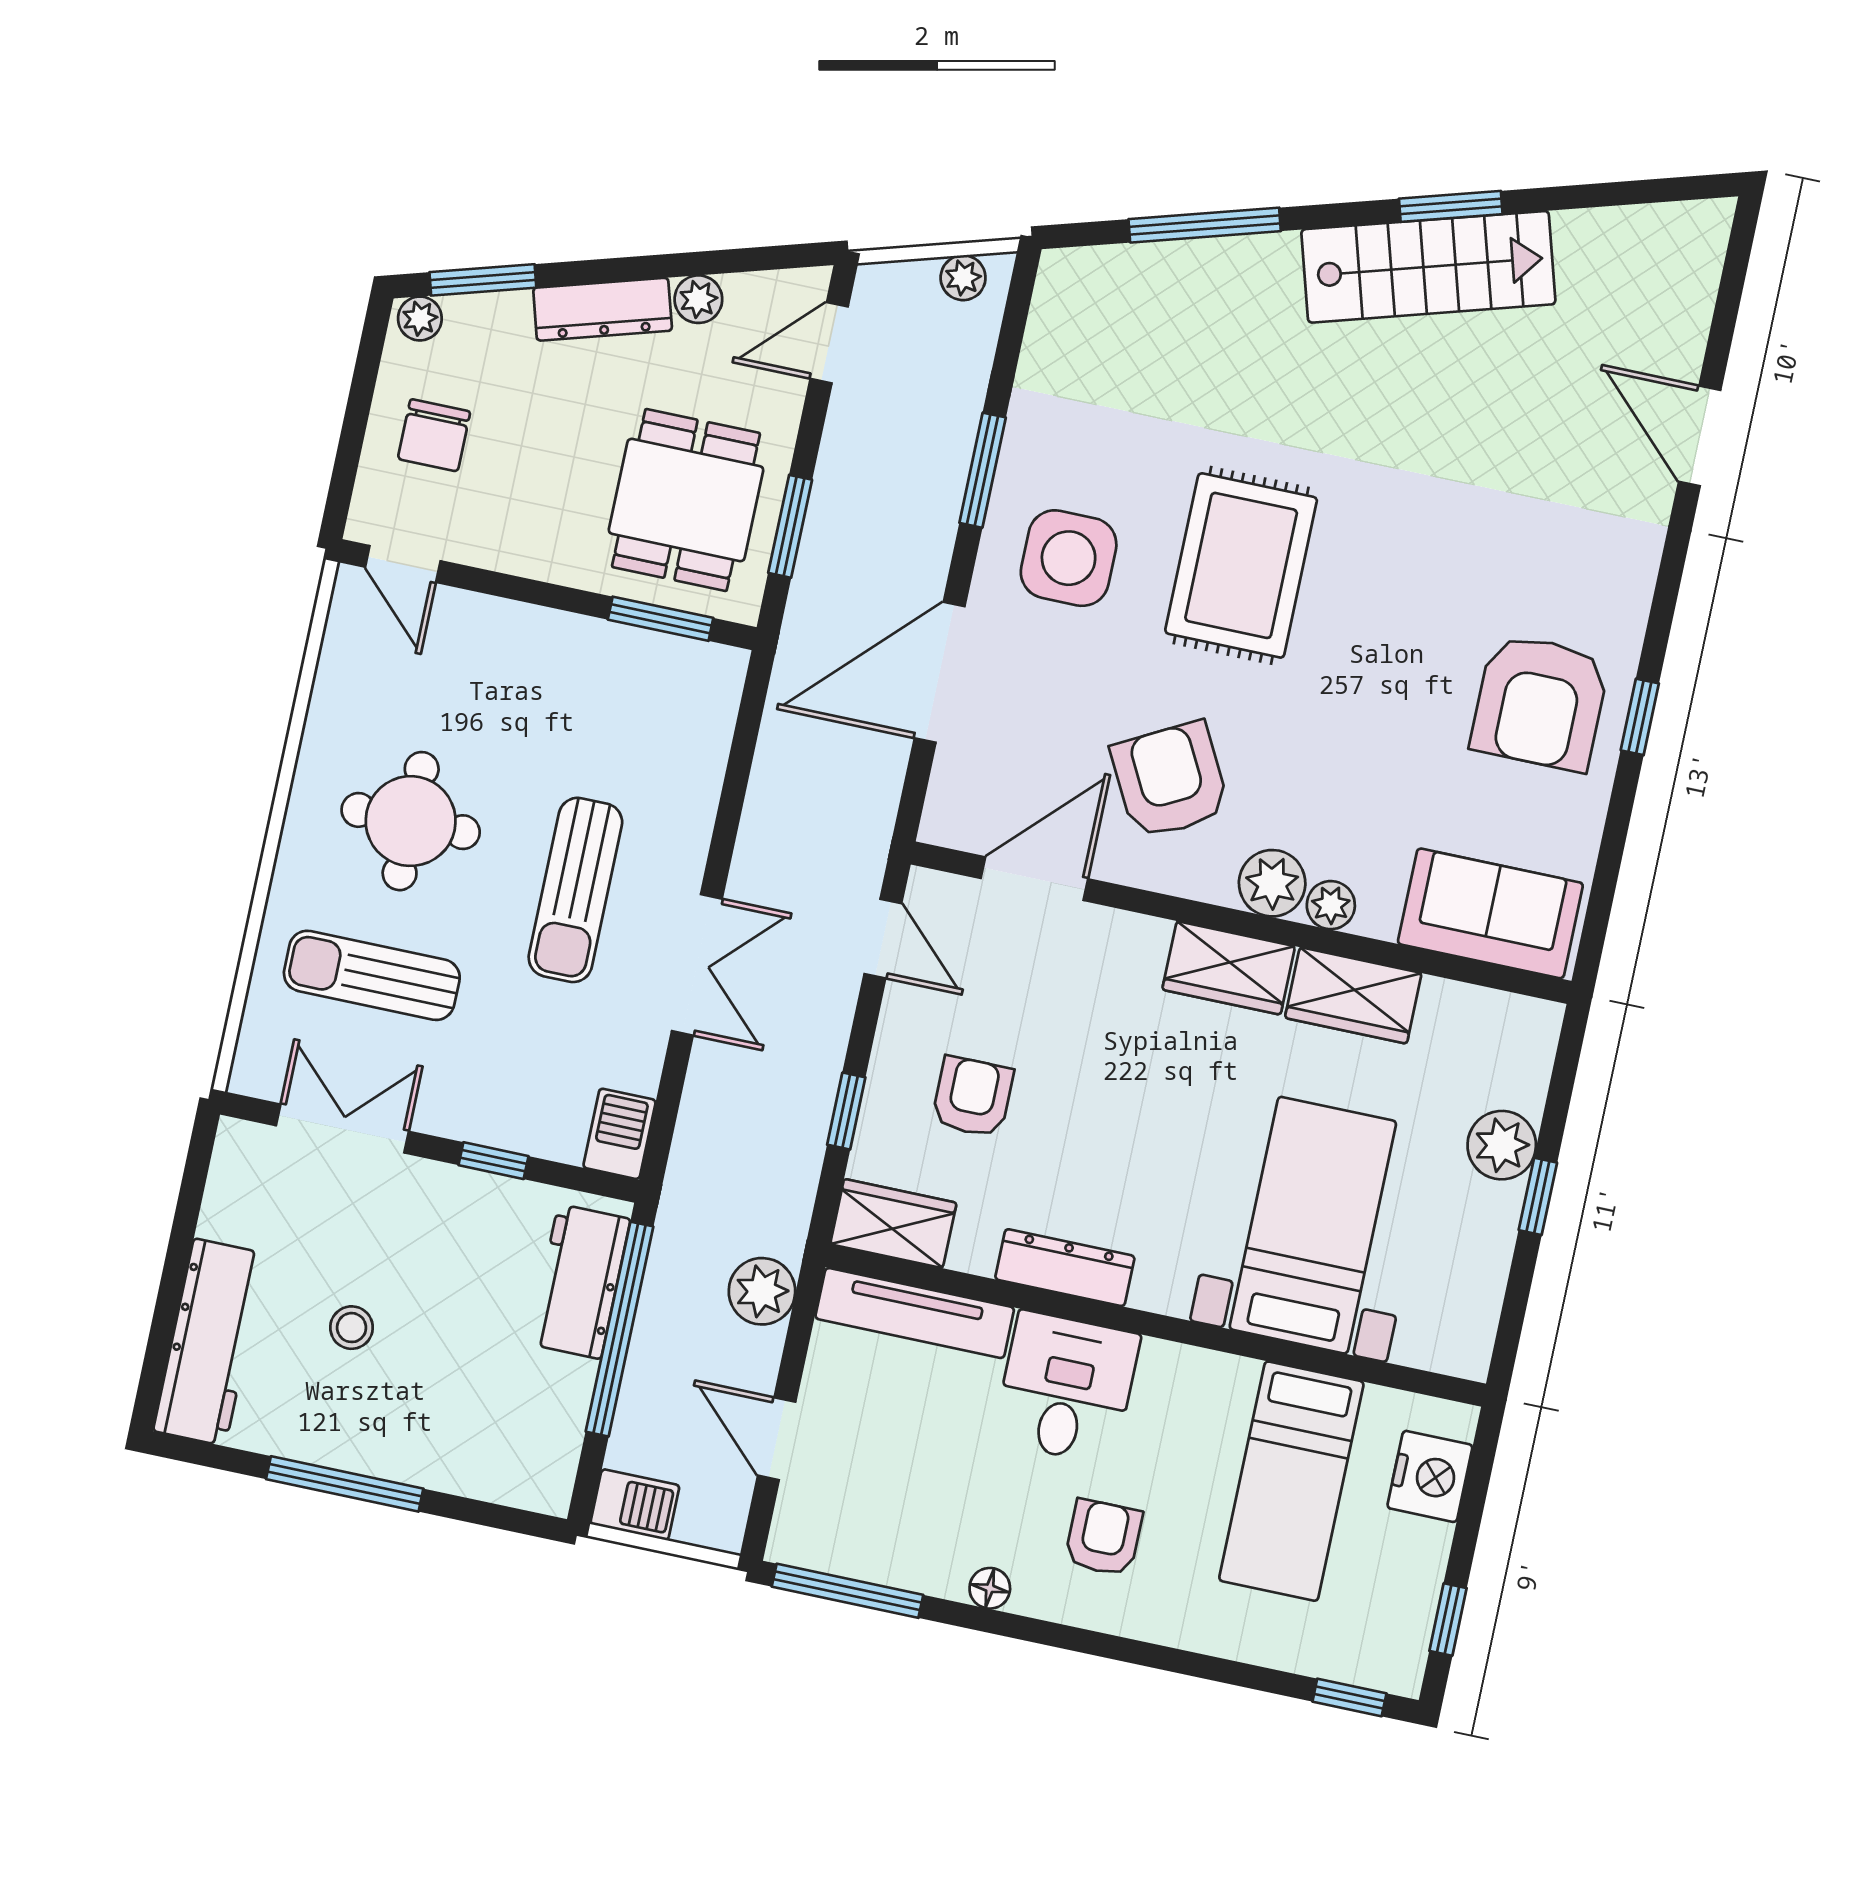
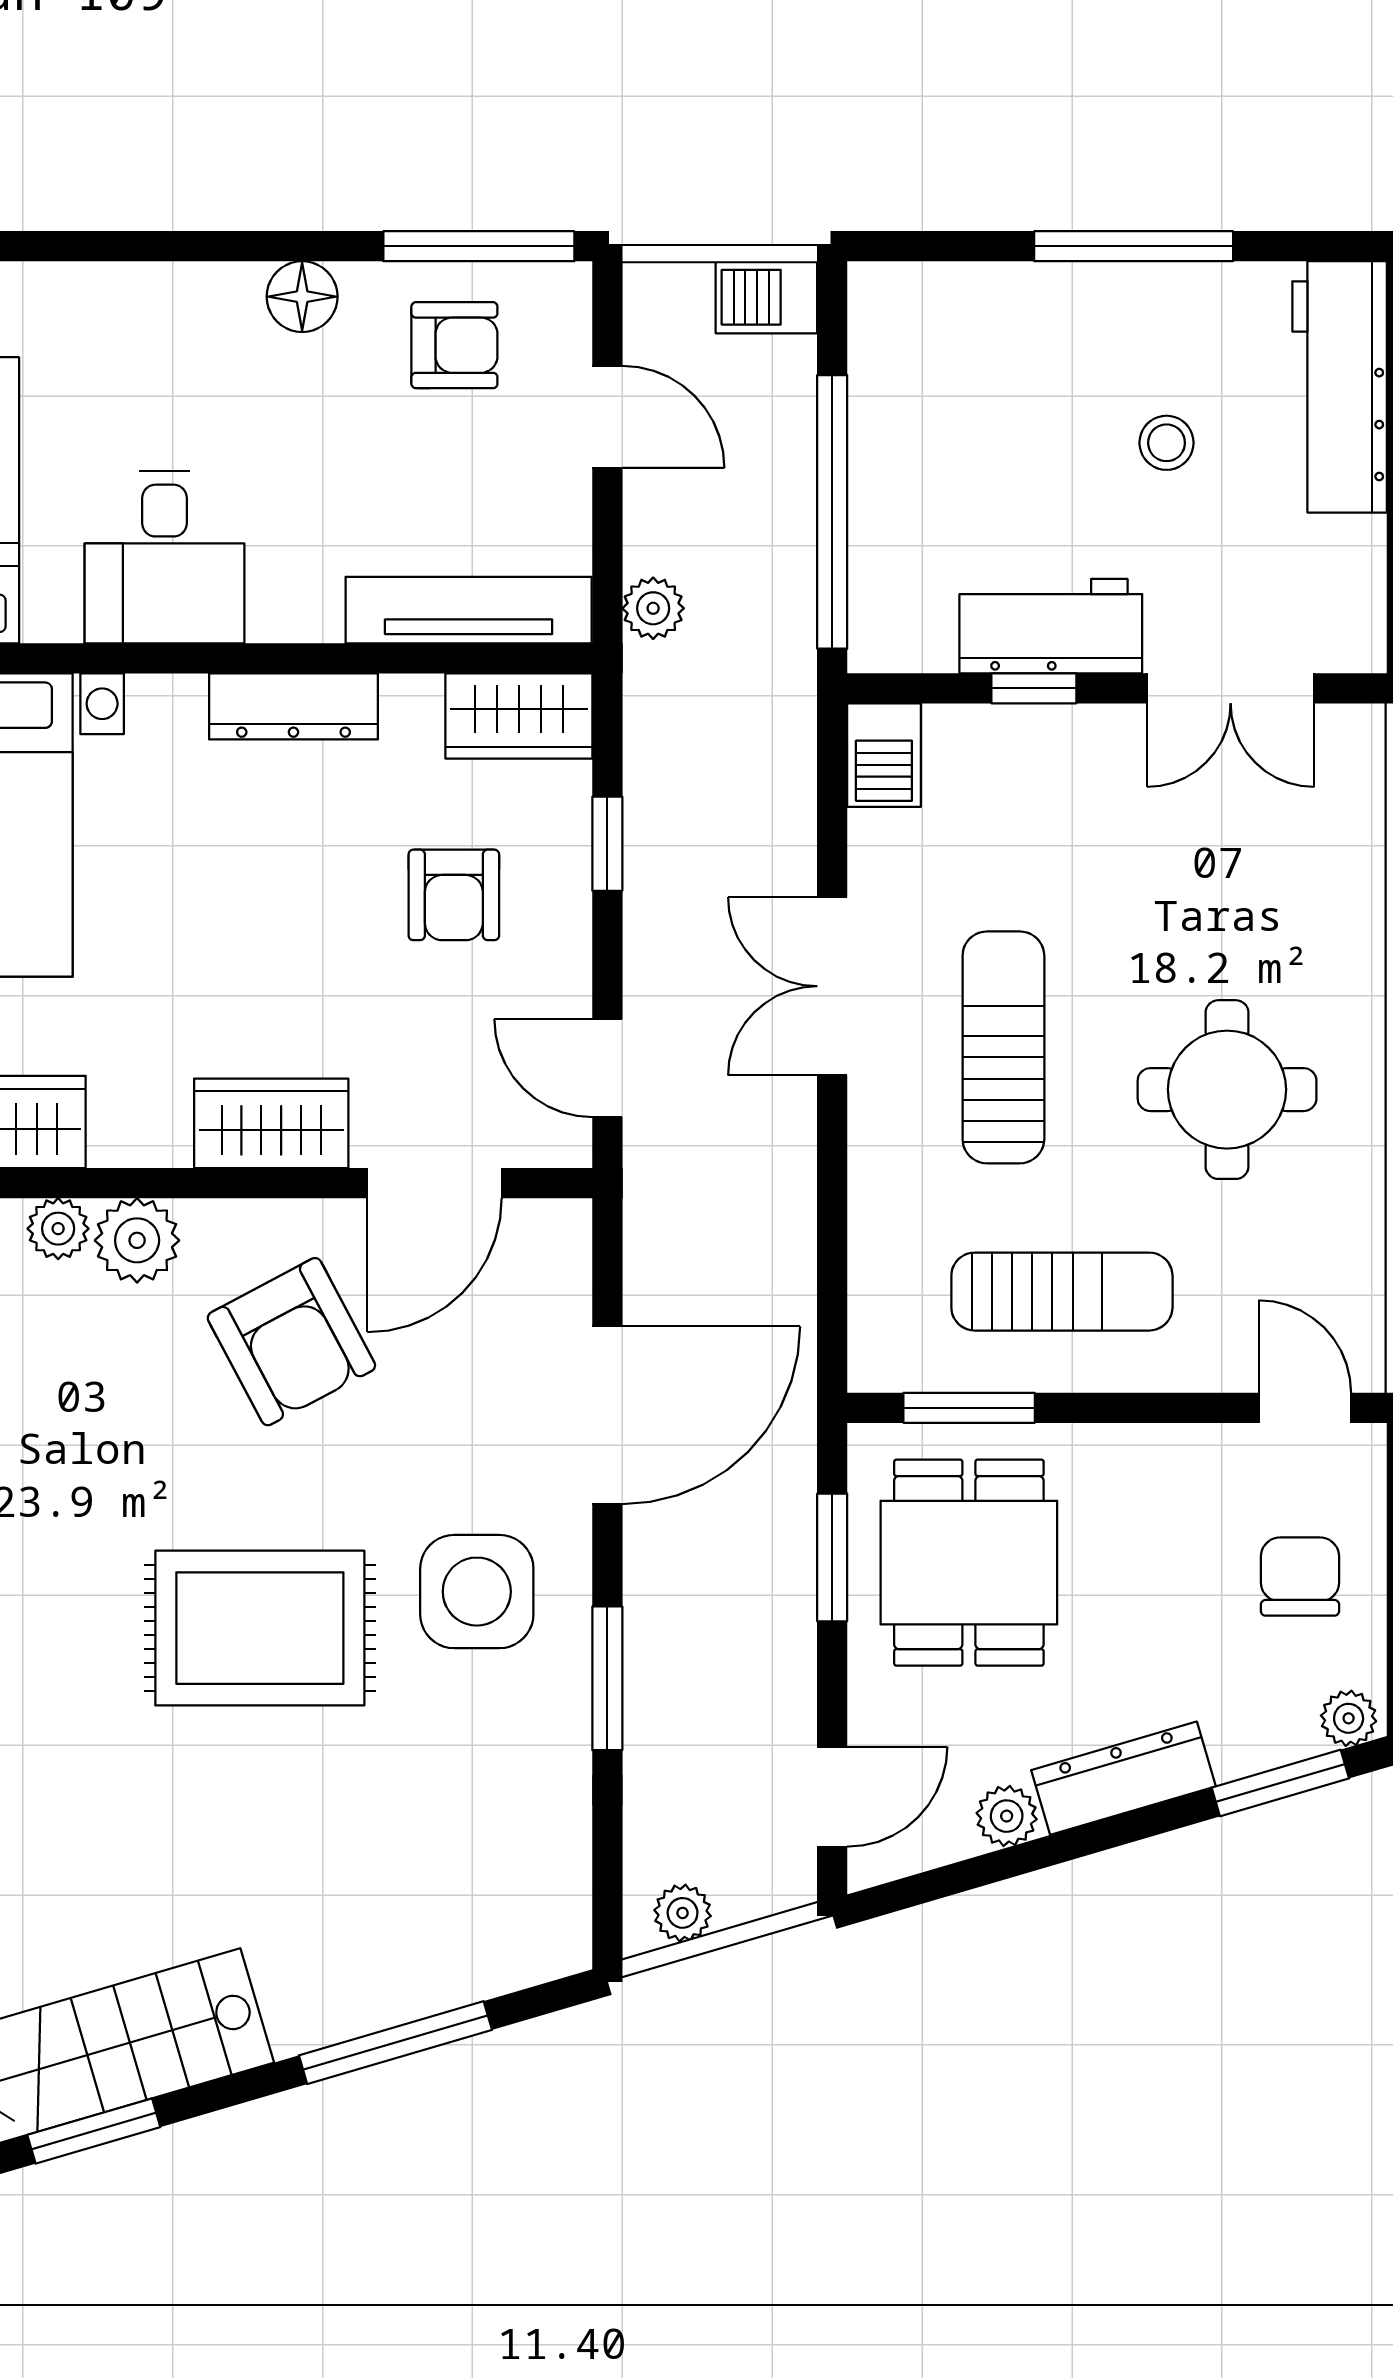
rug: (1241, 565) -> (260, 1628), turned 90
wardrobe: (1229, 968) -> (271, 1123), moved
sun lounger: (372, 975) -> (1062, 1292), moved
workbench: (580, 1282) -> (1051, 626), moved, turned -90
plant: (762, 1291) -> (653, 608), width x0.73, depth x0.73
desk: (1066, 1388) -> (164, 557), moved
armchair: (1103, 1538) -> (454, 345), moved, turned -90
floor lamp: (990, 1588) -> (302, 297), width x1.37, depth x1.37

